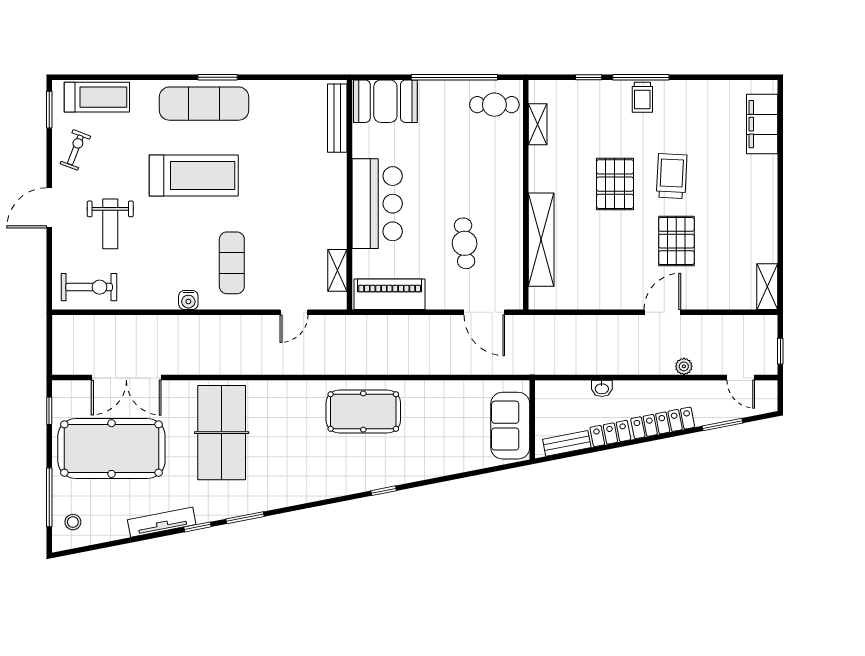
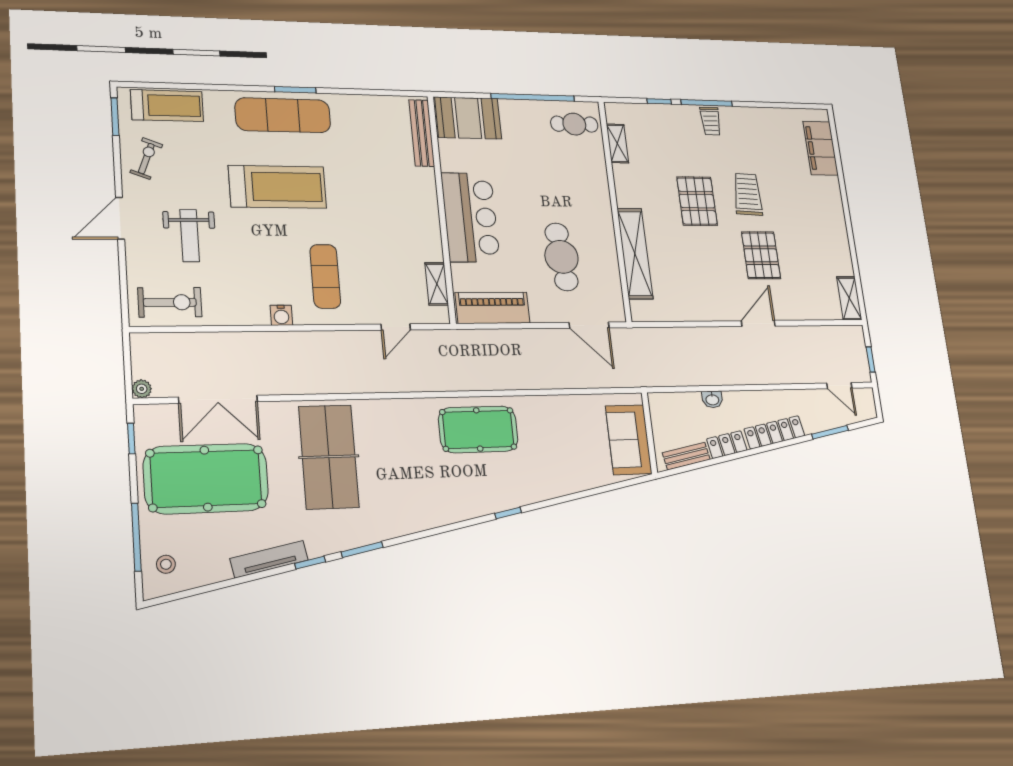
cafe table: (465, 243) -> (561, 257), width x1.37, depth x1.35
plant: (684, 366) -> (142, 389), moved

